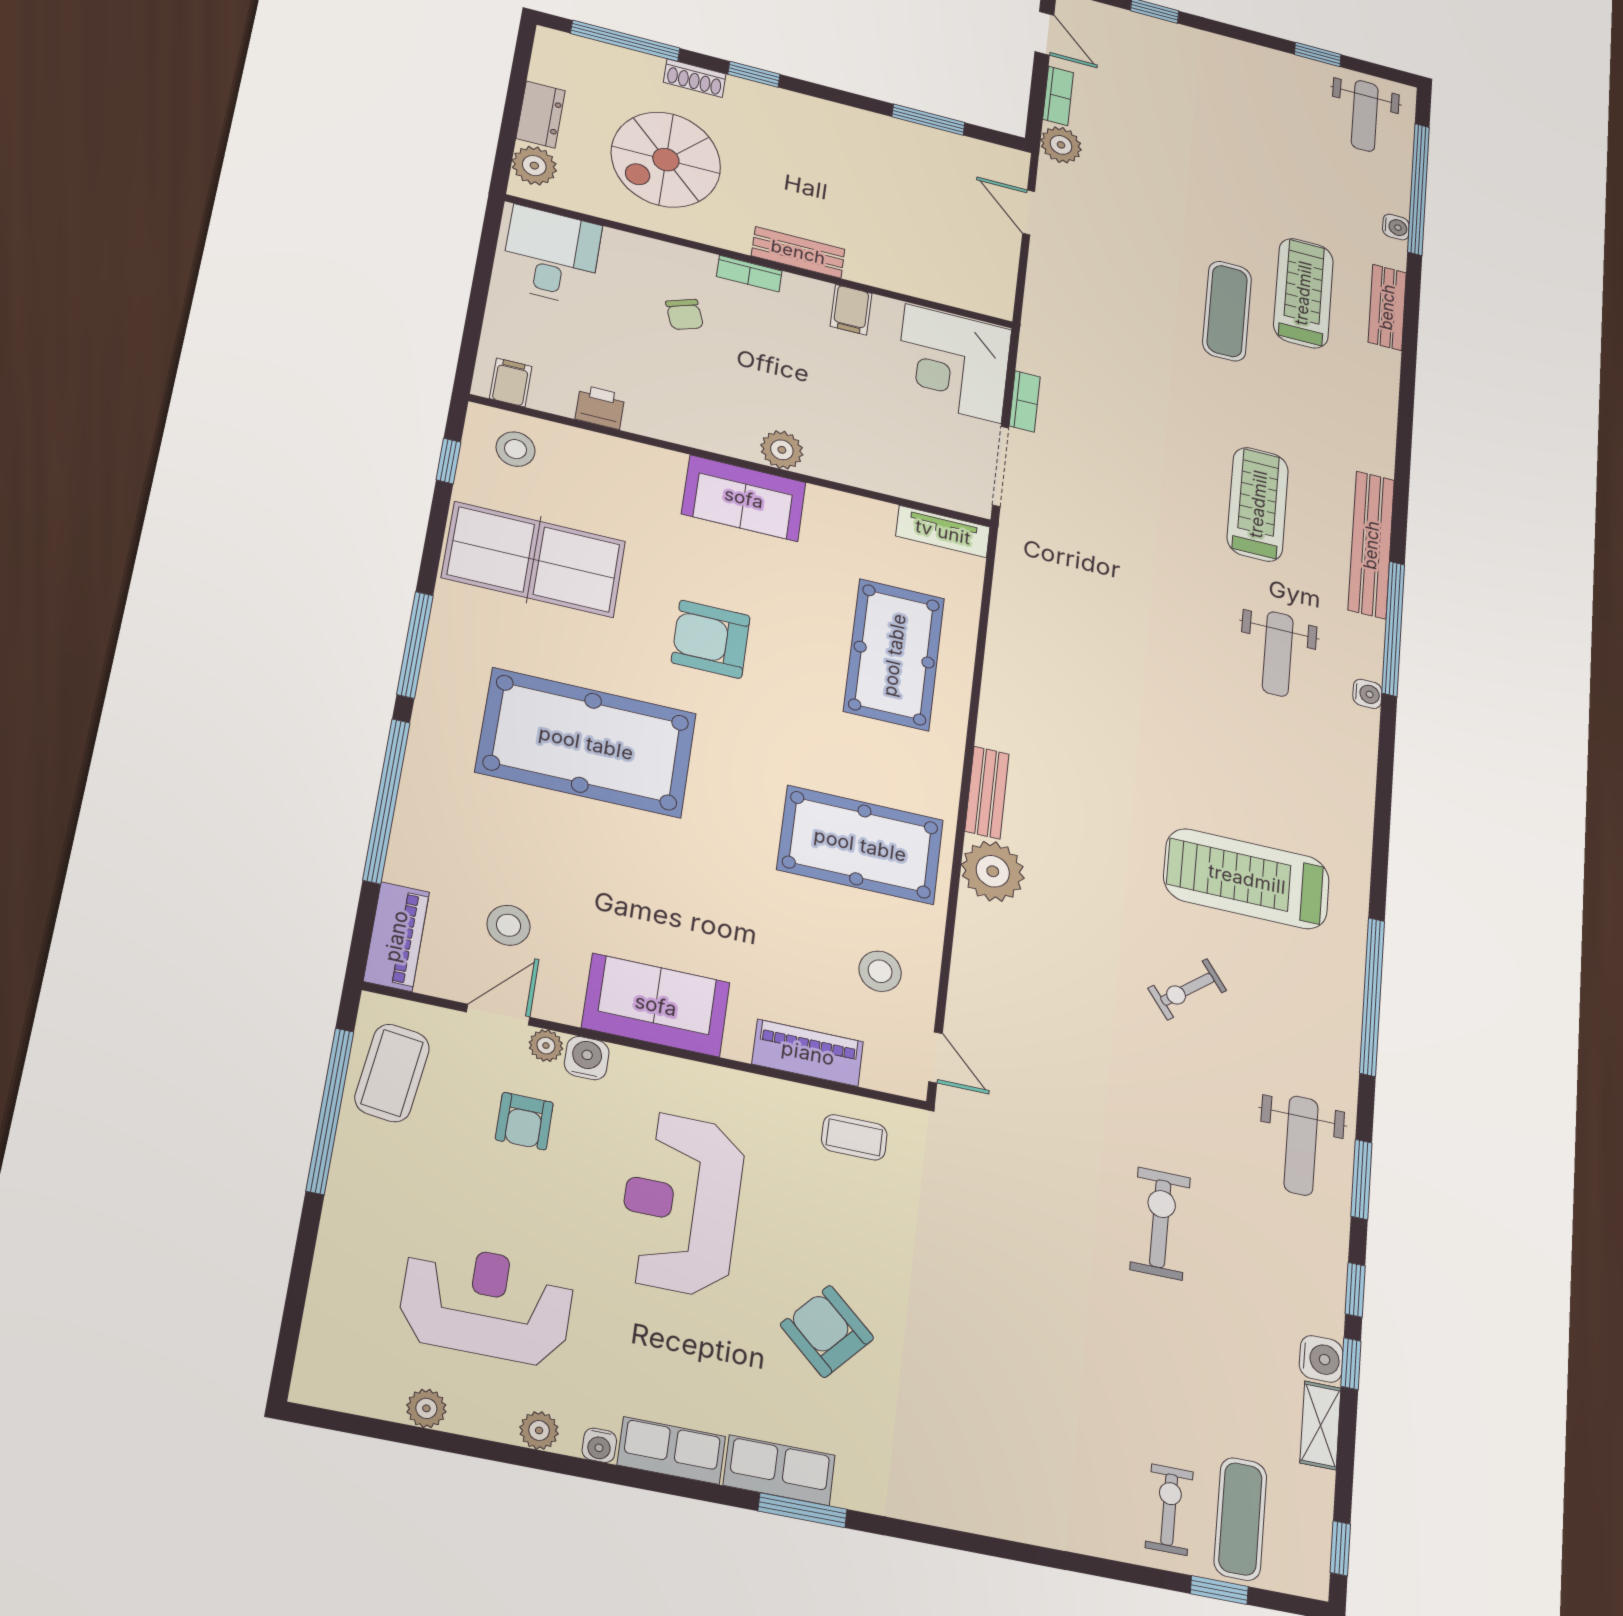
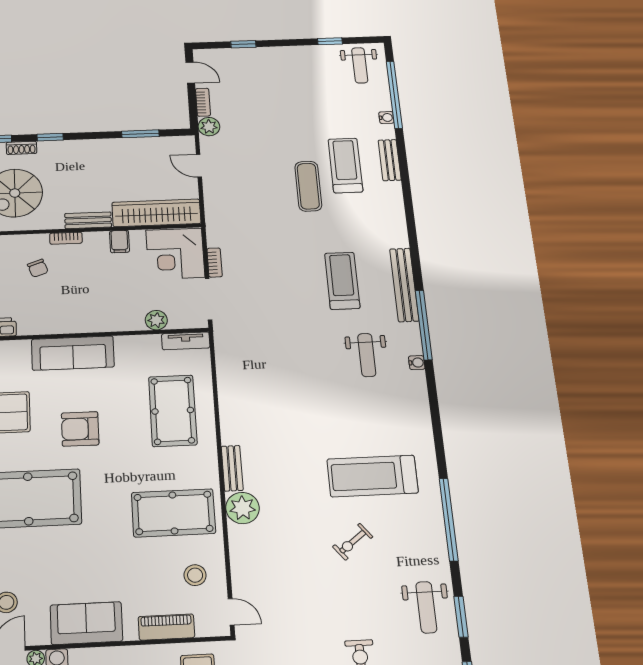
wardrobe: (931, 277) -> (156, 213), added
plant: (782, 450) -> (156, 320), moved
sofa: (744, 498) -> (73, 353), width x1.36

